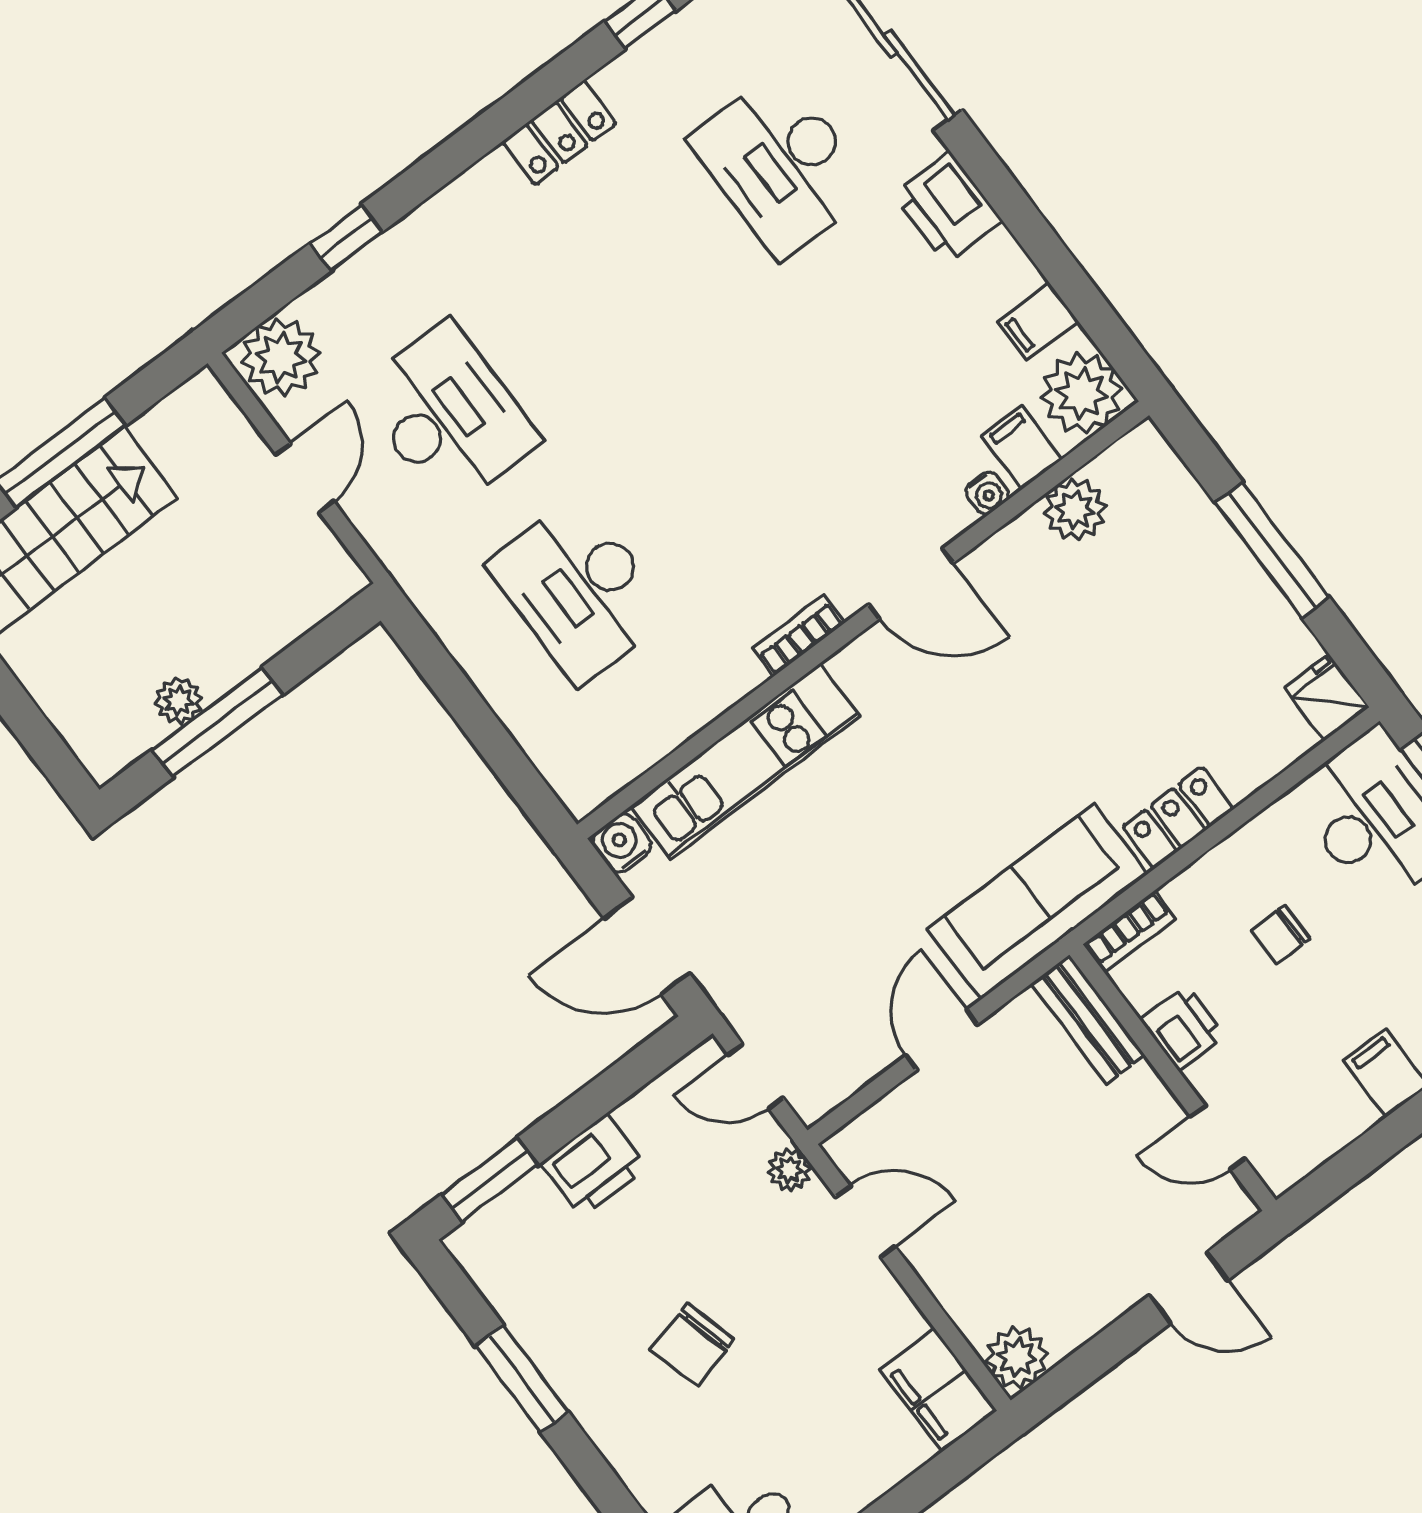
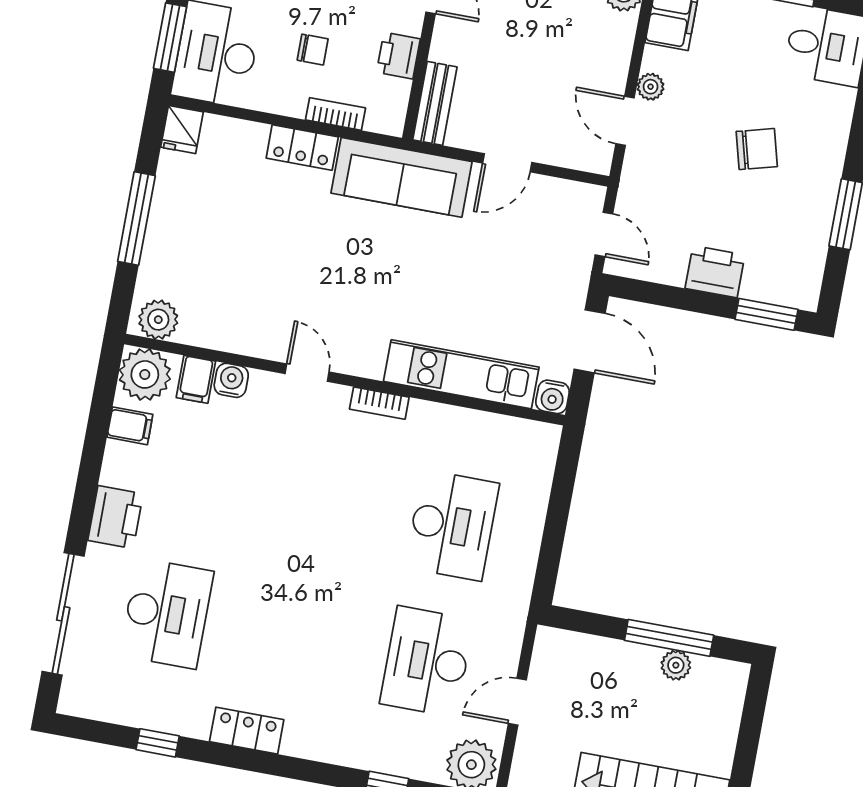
water cooler: (987, 493) -> (231, 380), width x1.38, depth x1.38
plant: (1075, 510) -> (158, 320), moved
door: (911, 584) -> (307, 373), width x0.73
bookcase: (1130, 932) -> (336, 114), moved
plant: (789, 1170) -> (651, 87), moved

